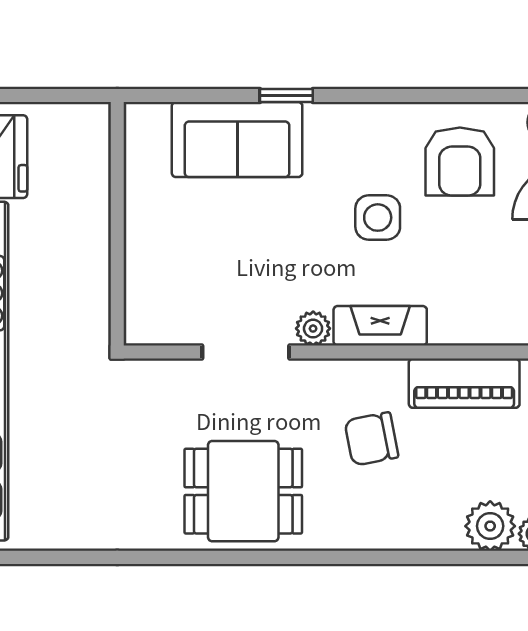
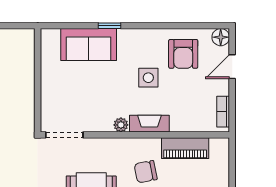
doorway: (246, 352) -> (64, 135), moved

